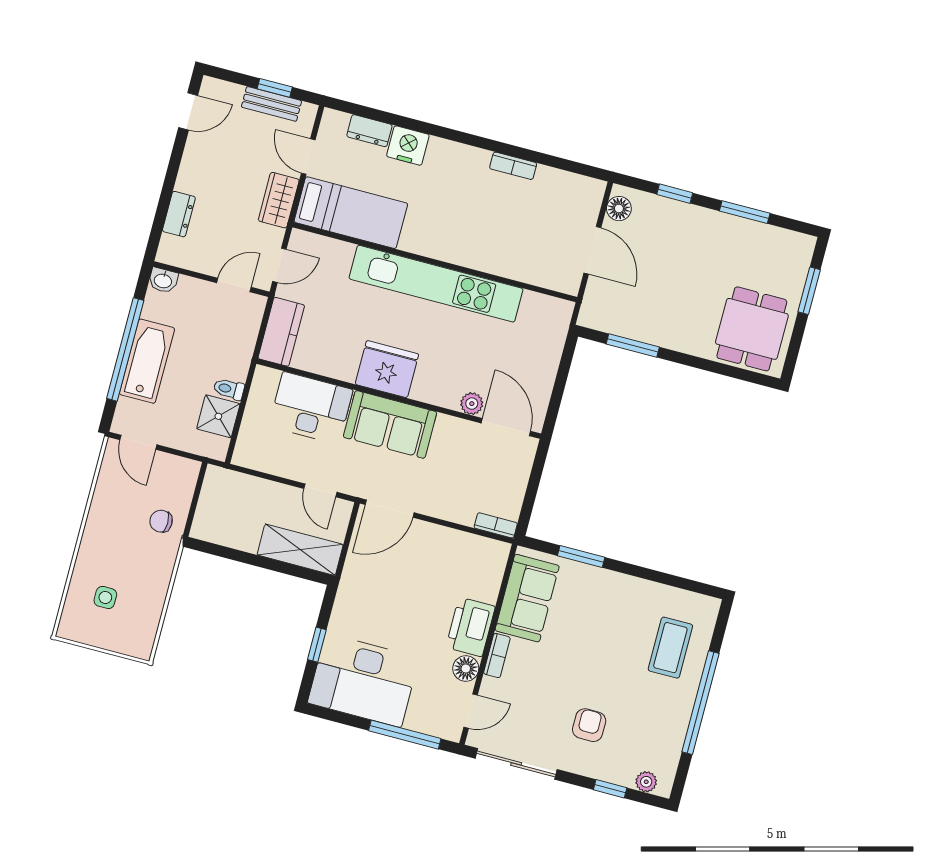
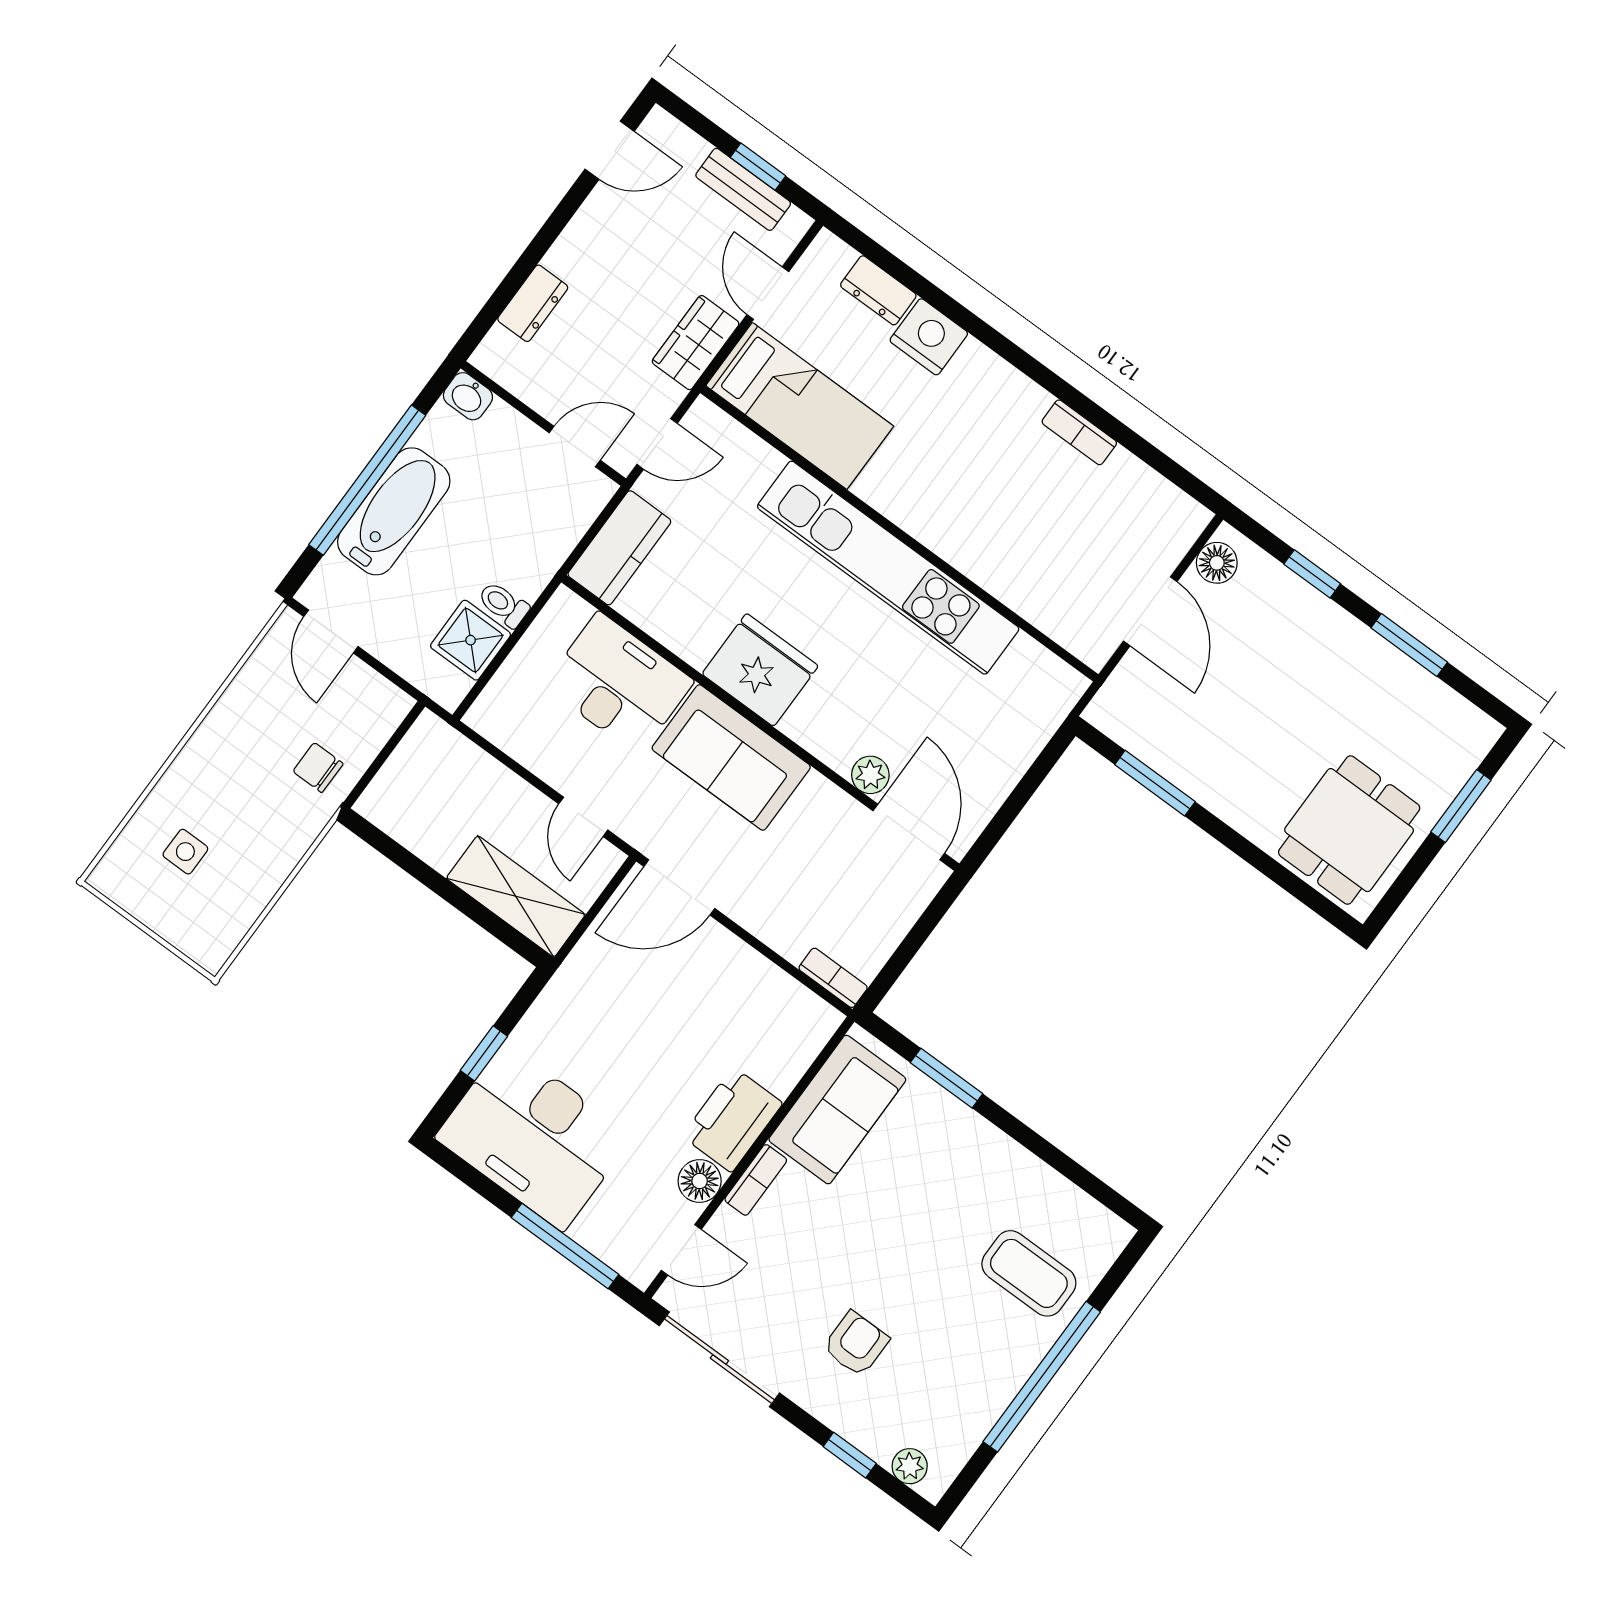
coffee table: (670, 648) -> (1029, 1273), turned 90

